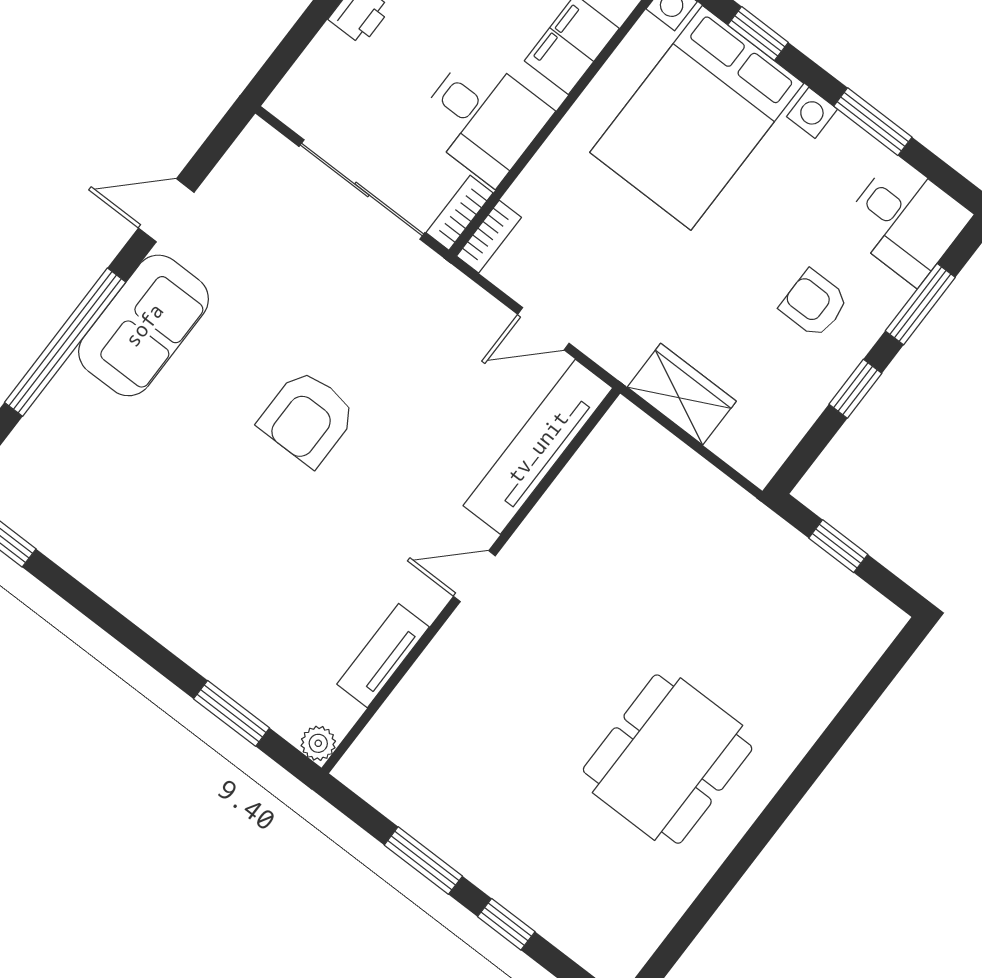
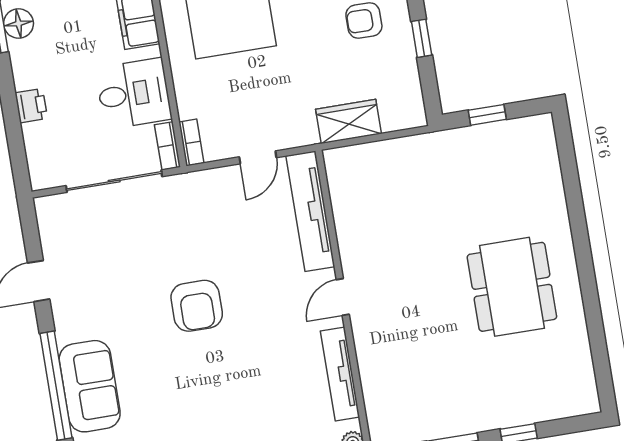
sofa: (144, 325) -> (90, 386), moved
tv unit: (383, 656) -> (340, 374), width x1.41

